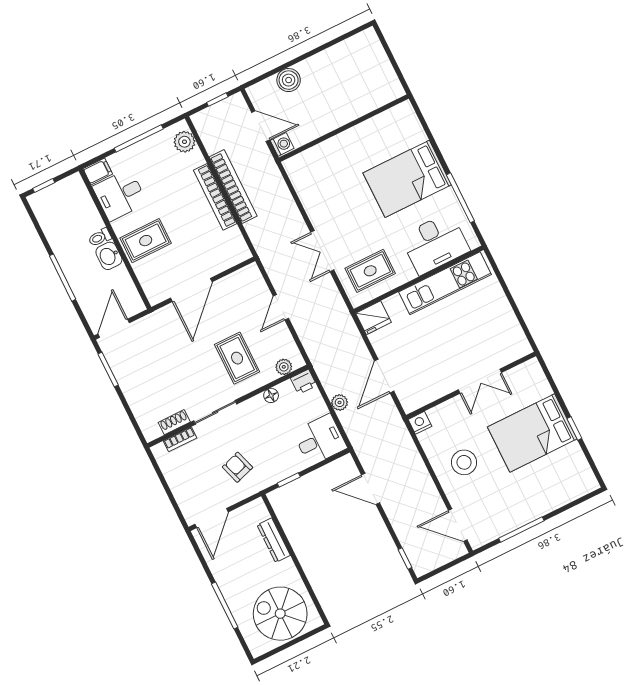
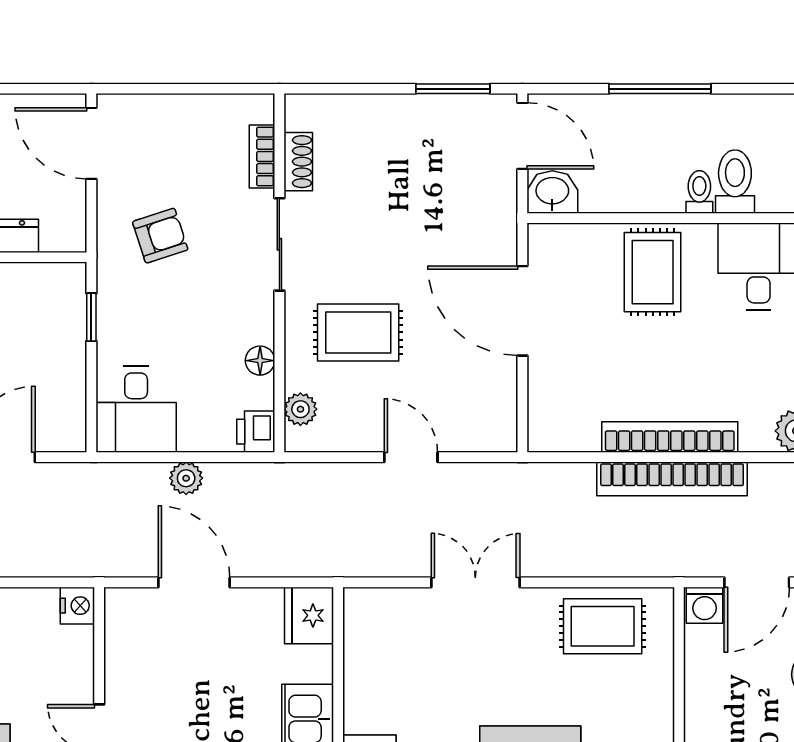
toilet: (87, 224) -> (735, 182), added
washbasin: (109, 256) -> (552, 192), moved
rug: (370, 271) -> (603, 626), moved, turned 90

